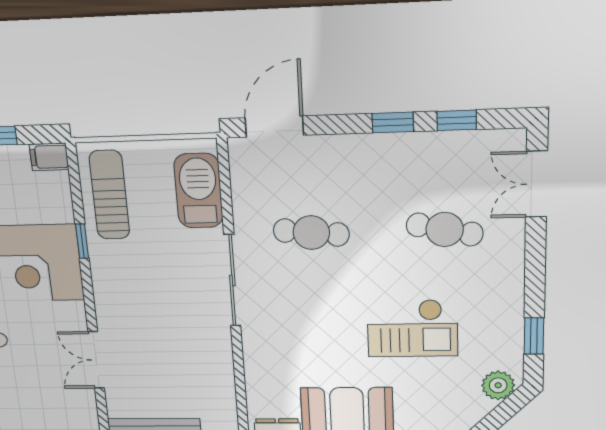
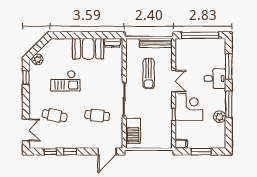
sun lounger: (109, 195) -> (149, 74), moved
checkout: (412, 328) -> (65, 81), turned 180
double door: (96, 360) -> (174, 81), moved

